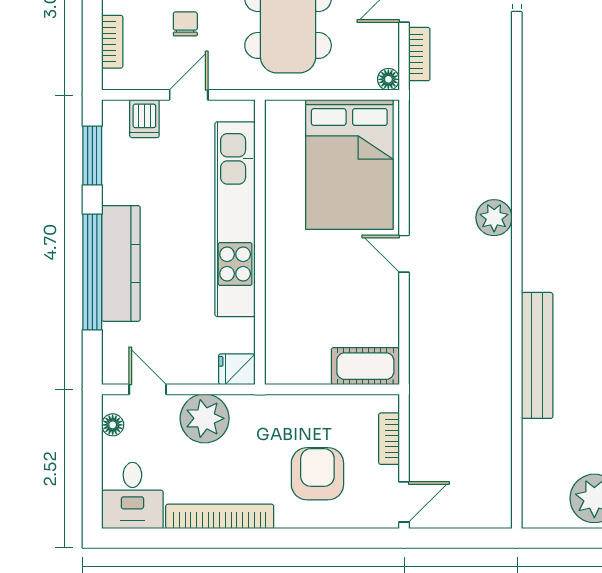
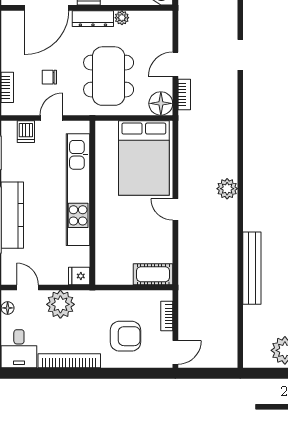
chair: (185, 24) -> (49, 77), turned -90
floor lamp: (388, 79) -> (161, 103), width x1.89, depth x1.89
armchair: (317, 474) -> (125, 336), turned 90

